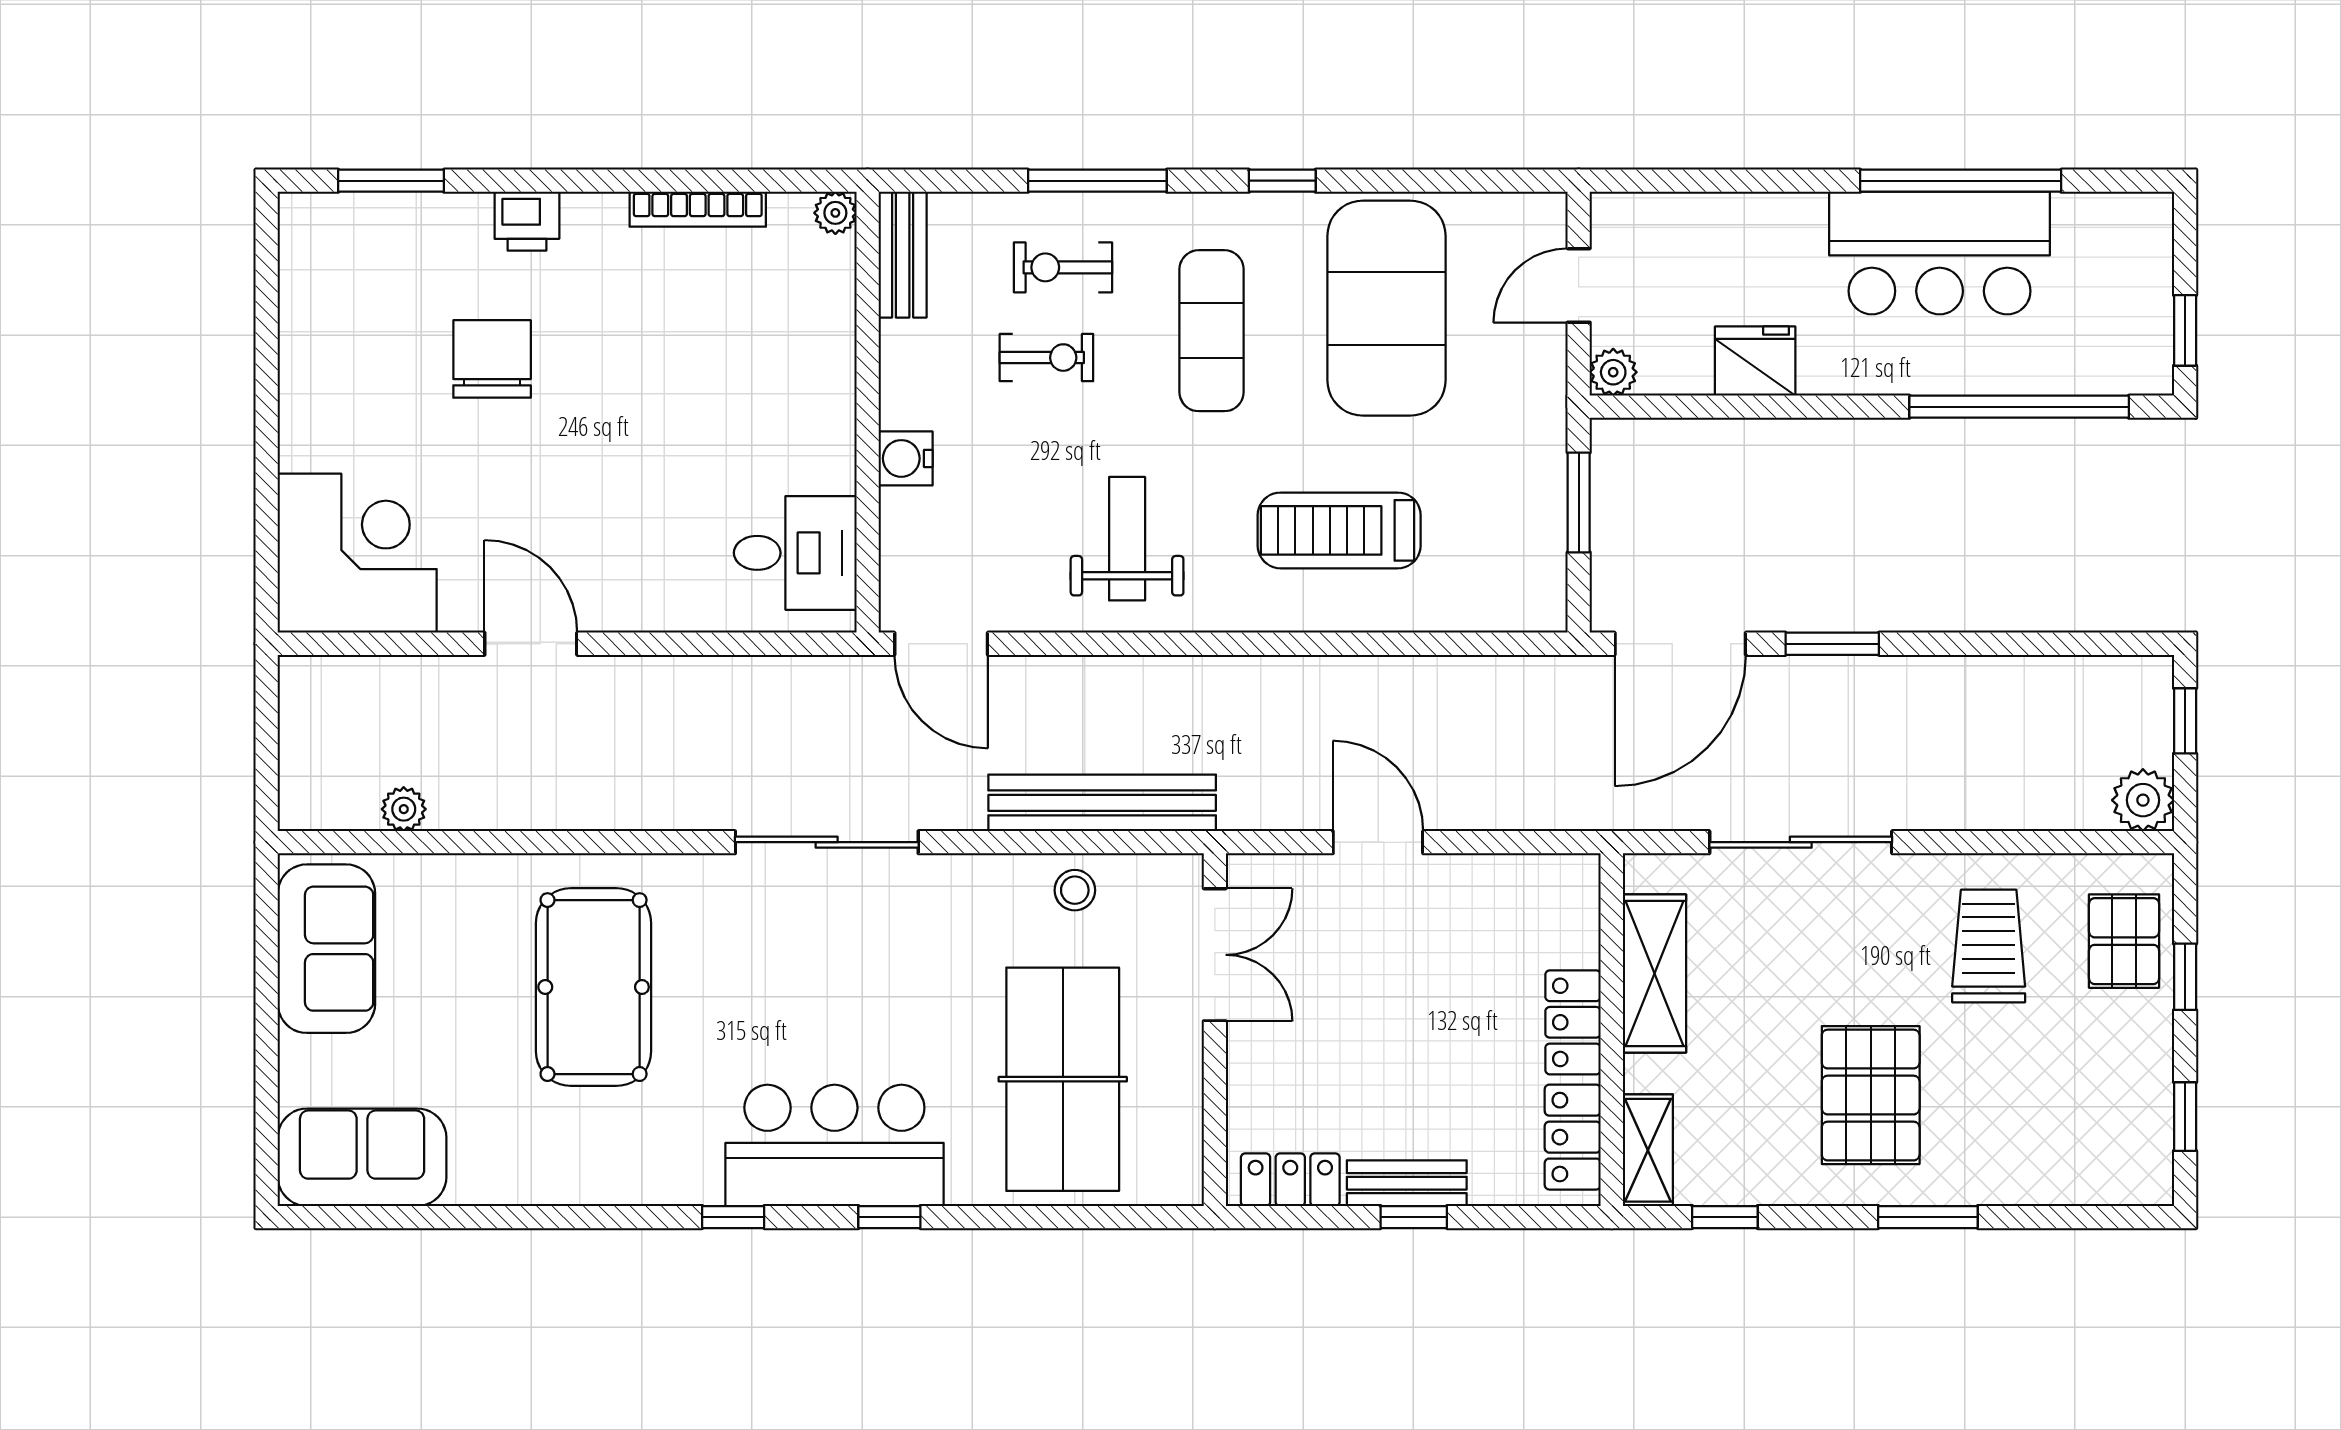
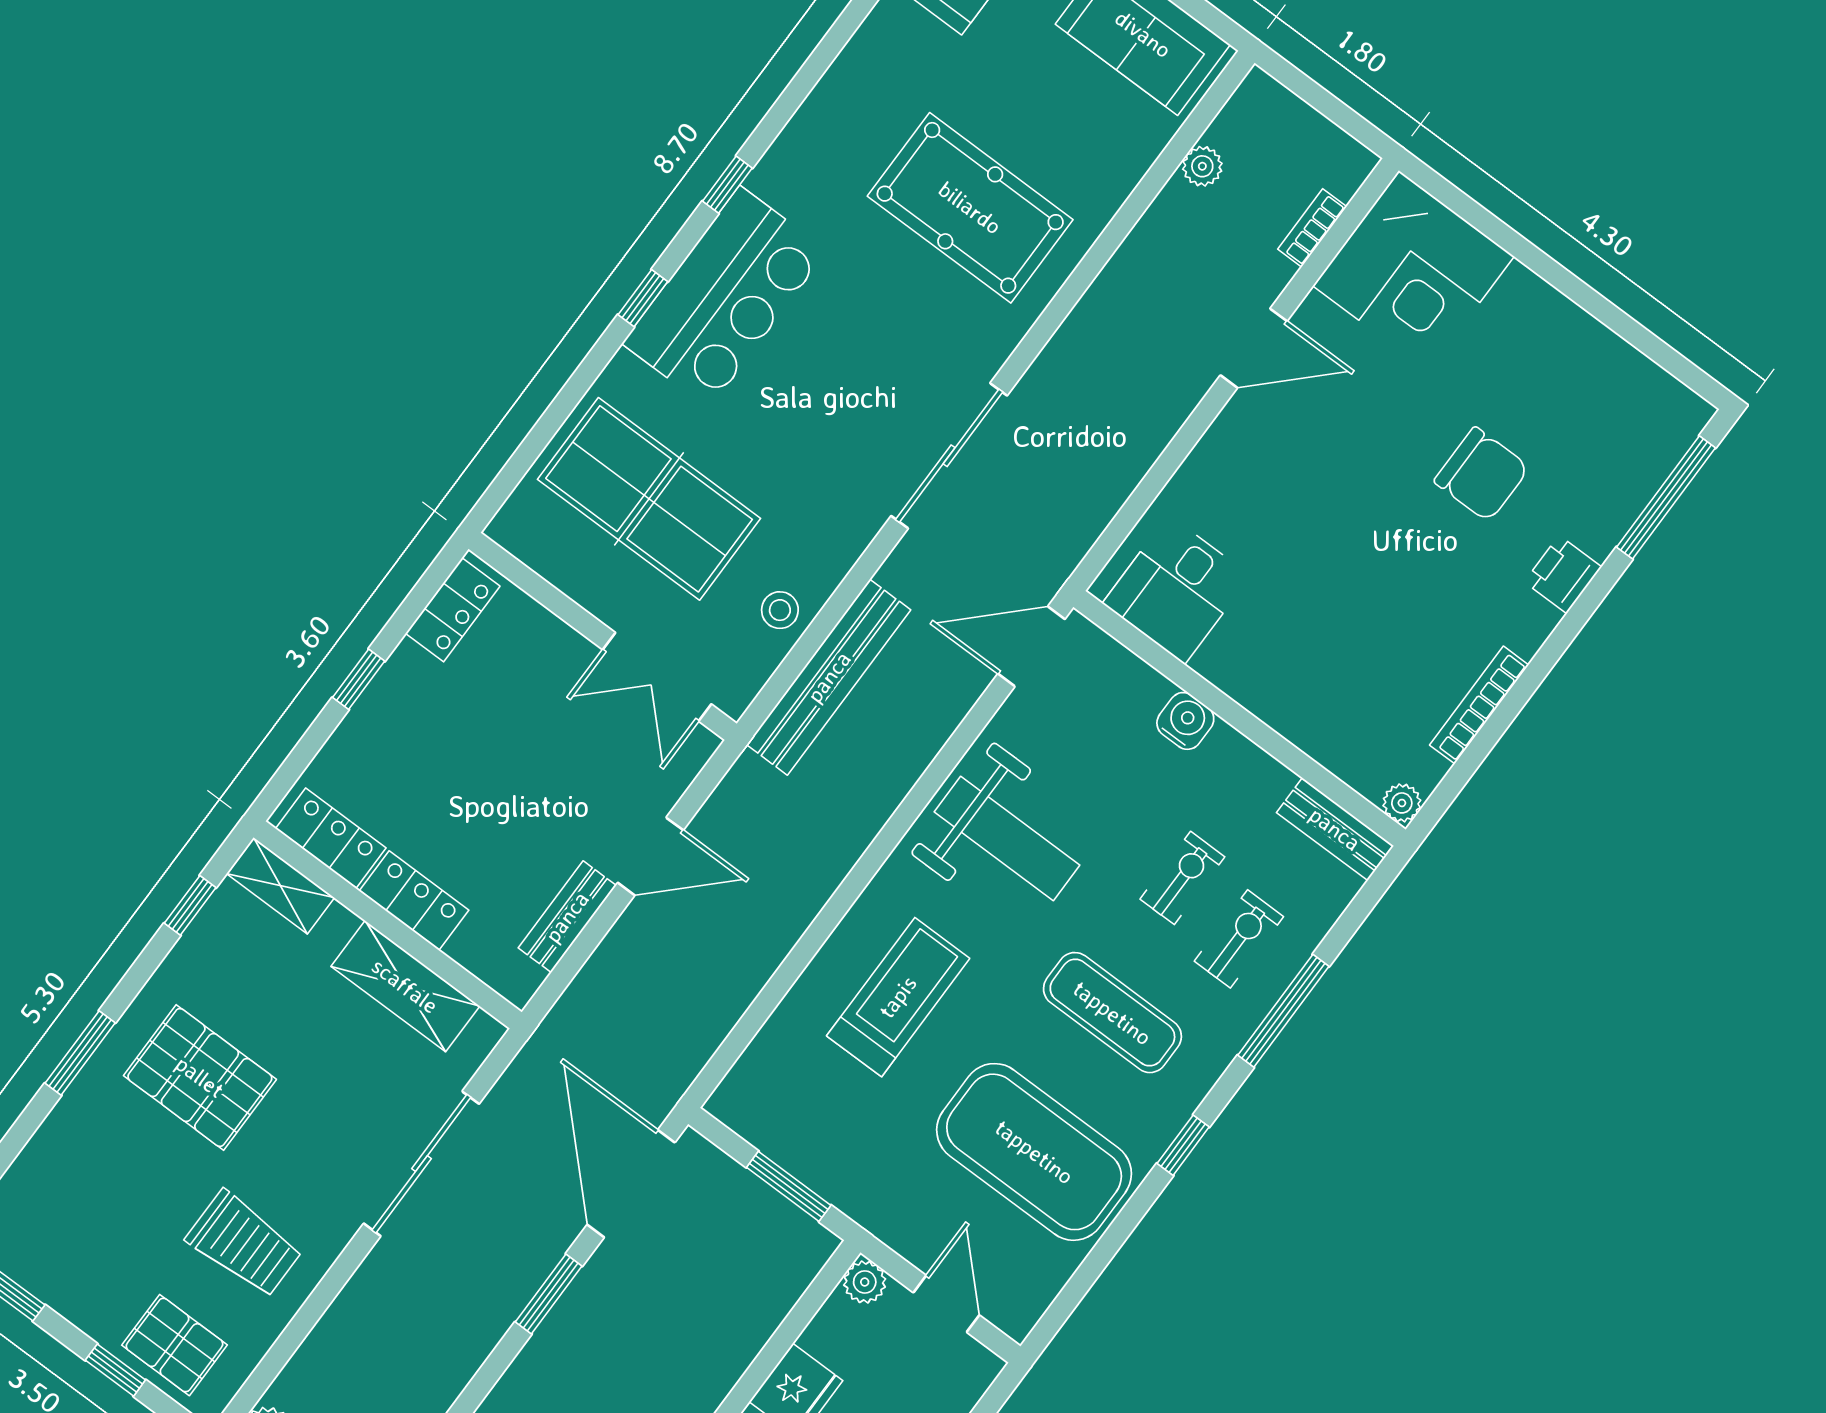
window: (391, 181) -> (1666, 497), width x1.44
exercise bike: (1046, 358) -> (1182, 878), turned 180
weight bench: (1127, 539) -> (1007, 838), width x1.36, depth x1.33
bookcase: (386, 671) -> (1312, 228), added
bench: (1407, 1183) -> (567, 917), moved

